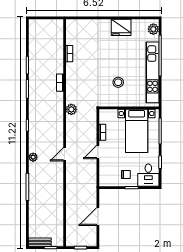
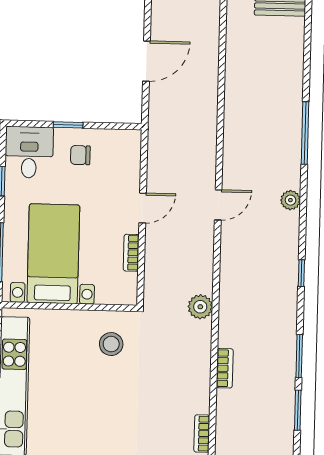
stool: (118, 82) -> (111, 344), moved

